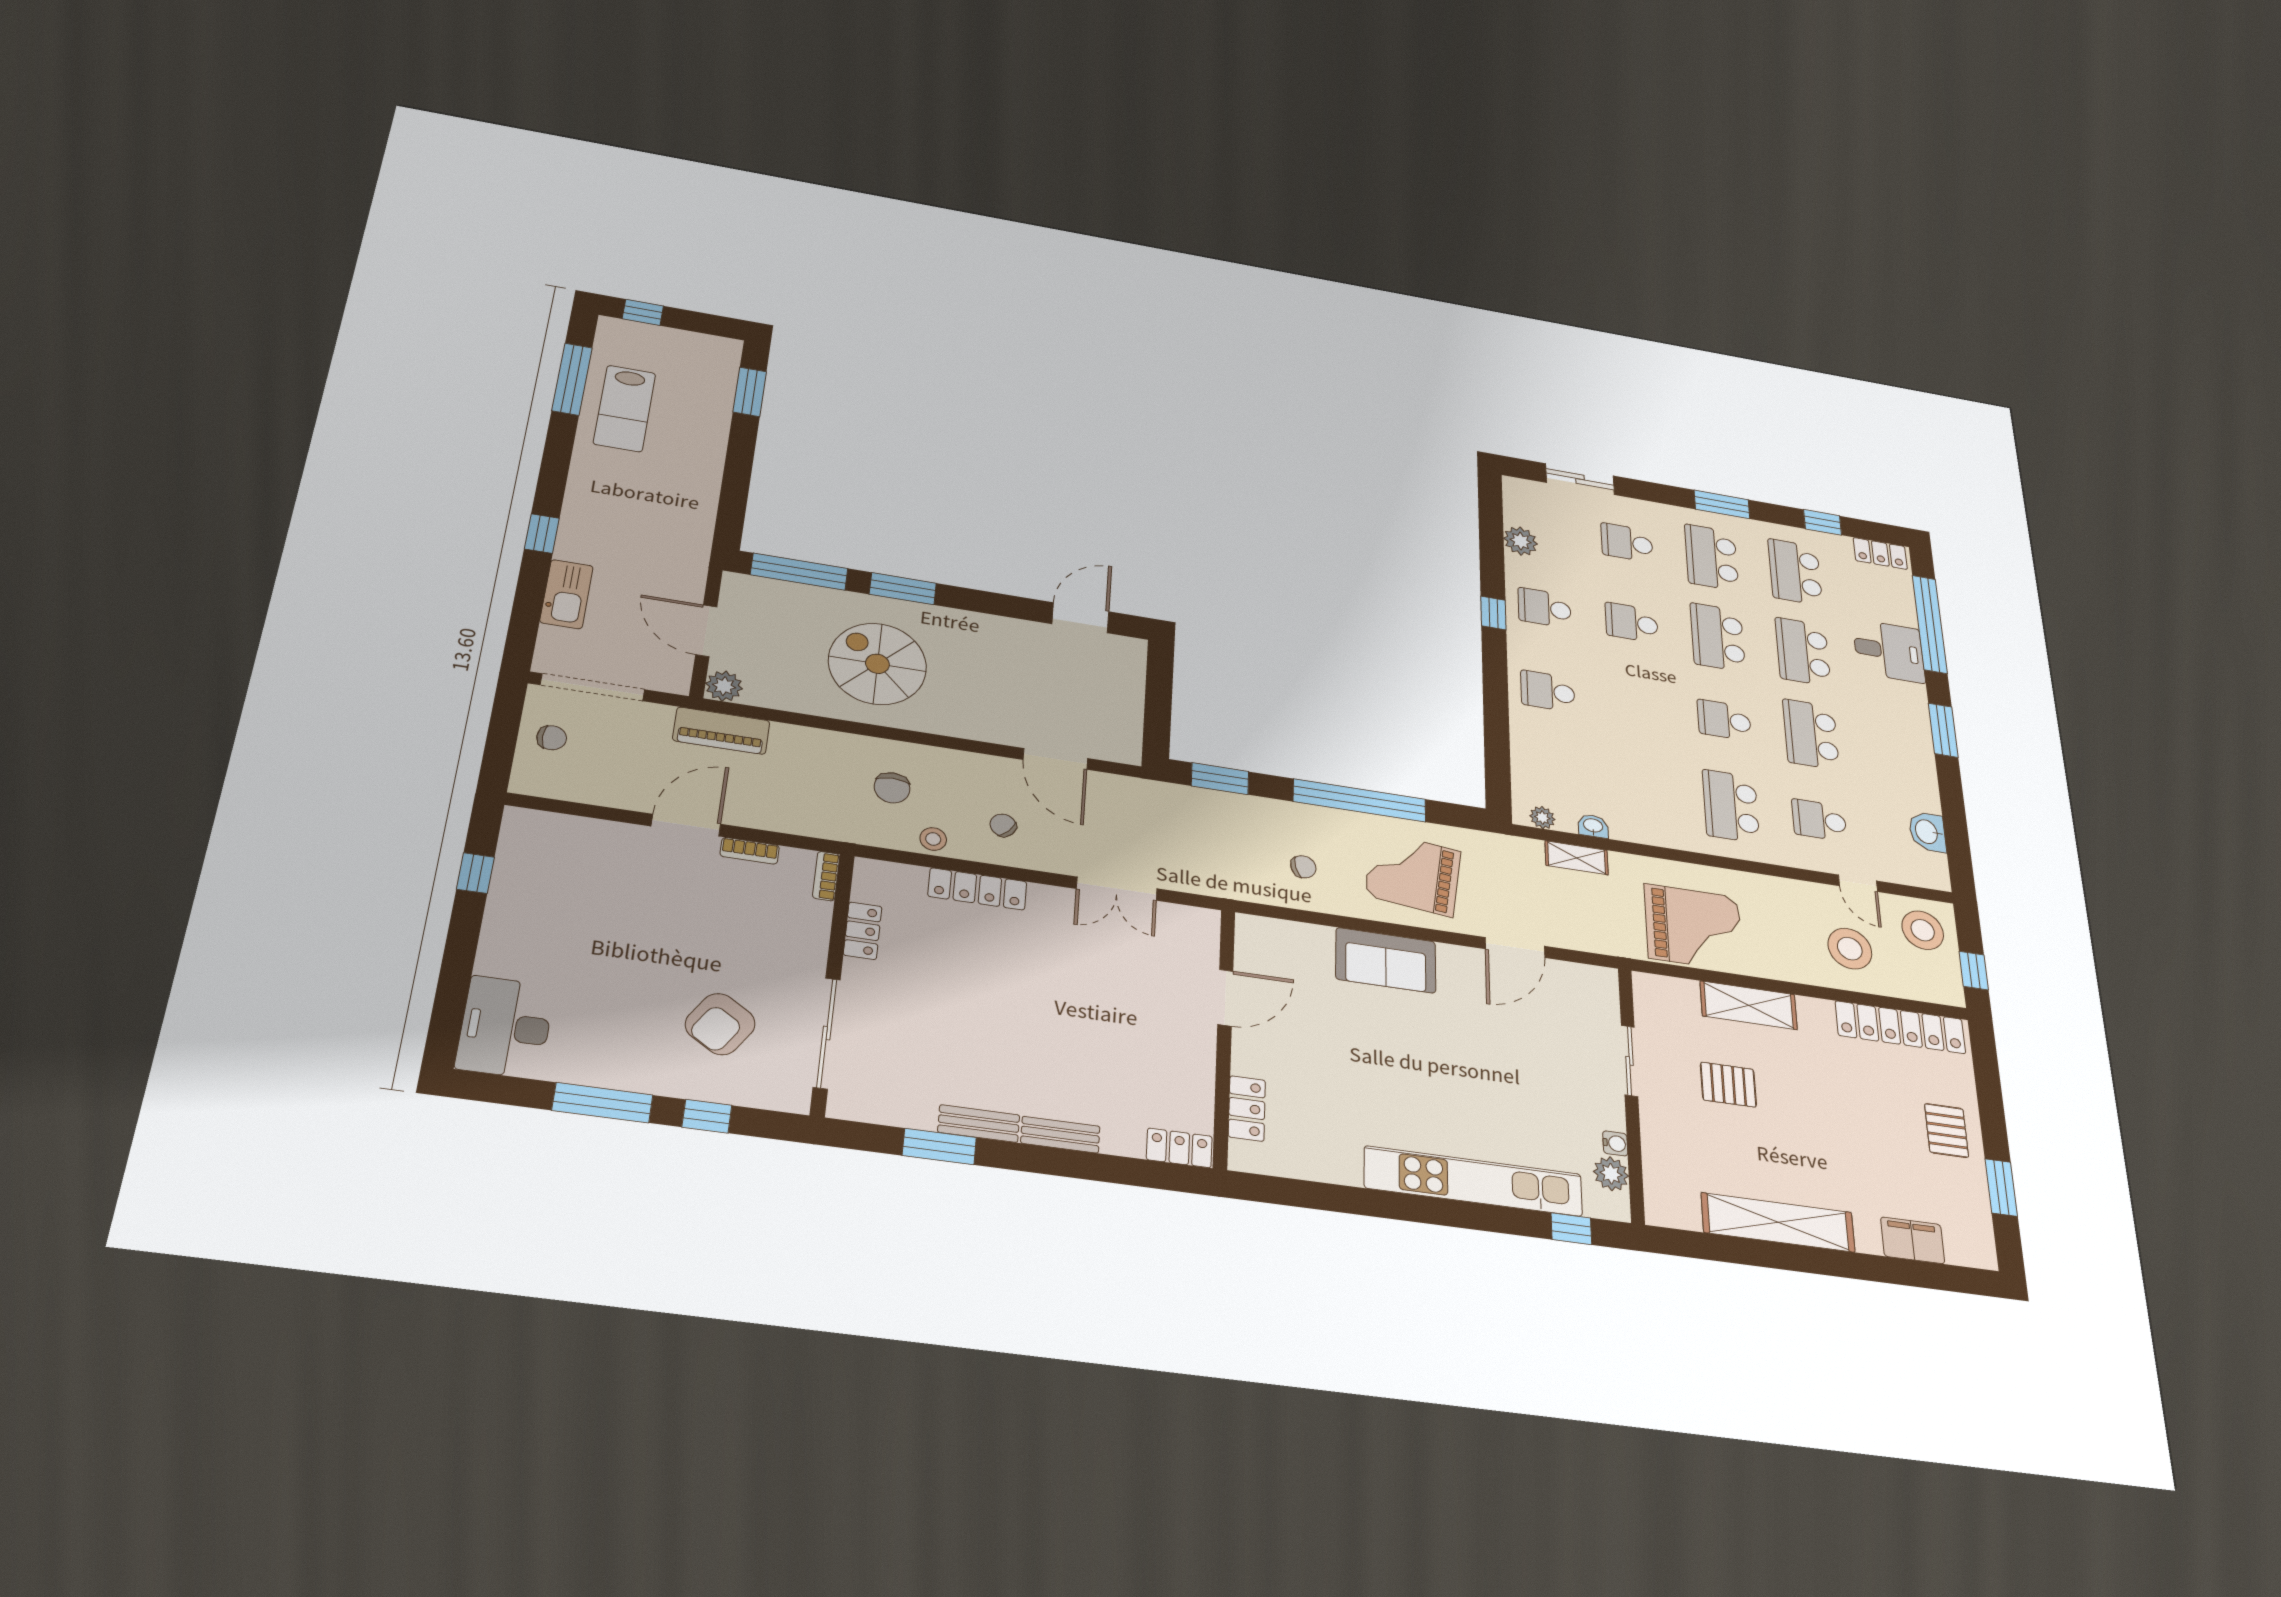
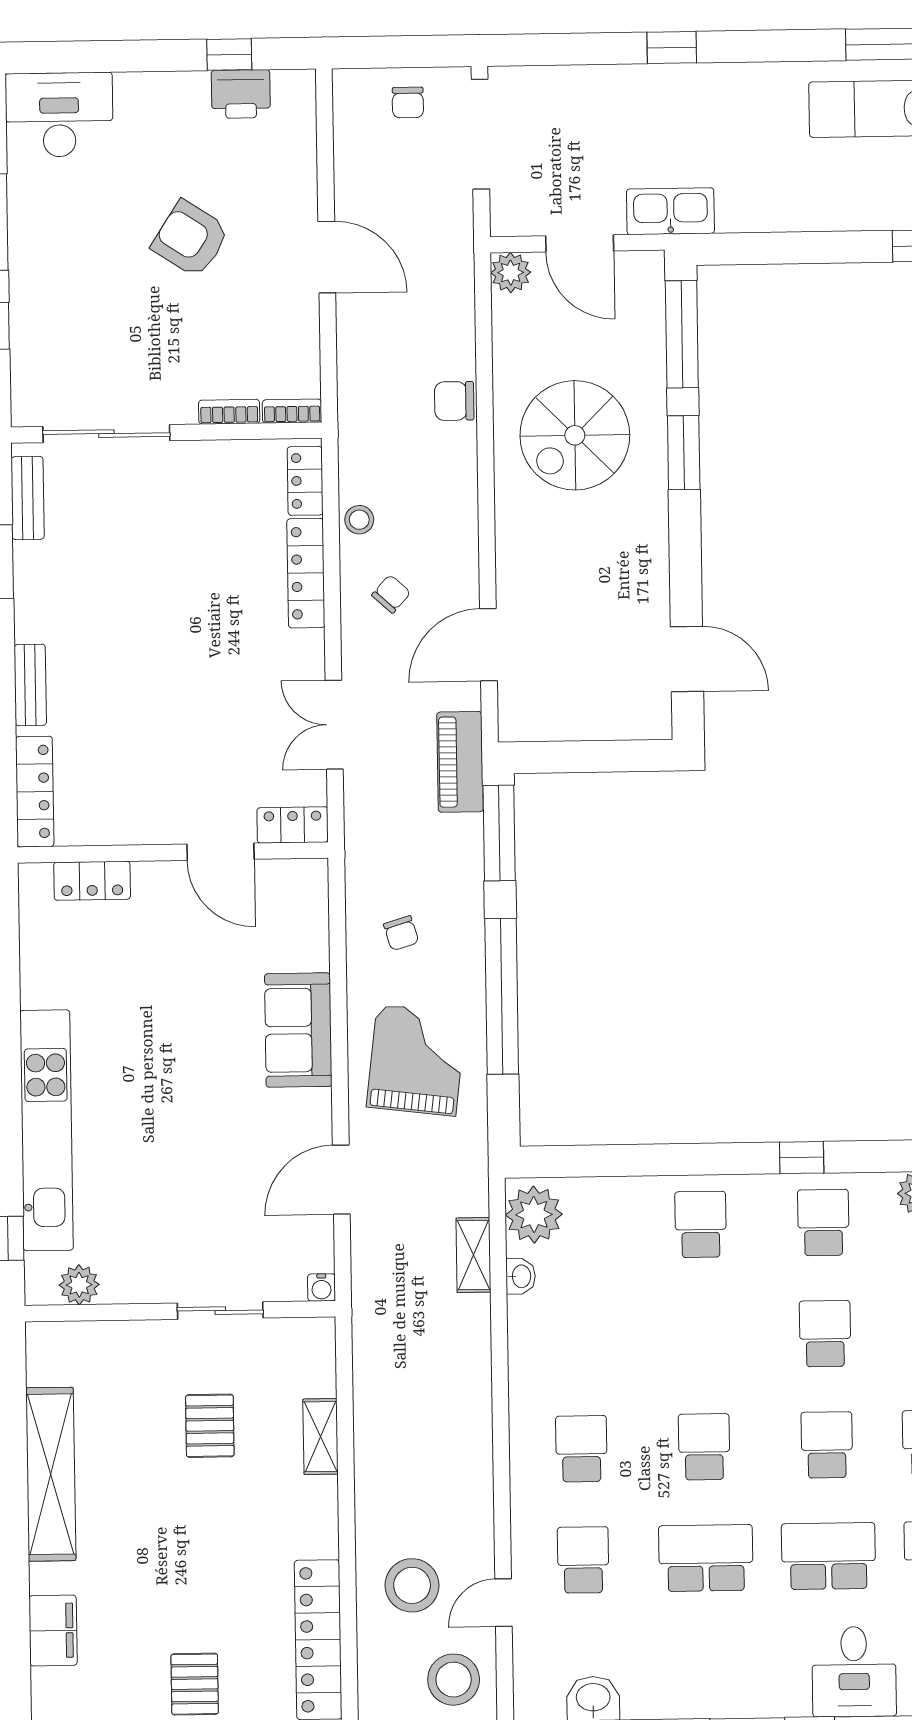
kitchen sink: (567, 594) -> (670, 211), moved, turned 180
door: (706, 631) -> (580, 243), swing flipped
school desk: (1718, 637) -> (827, 1445), width x0.54
spiral stairs: (877, 664) -> (575, 435), turned 180
piano: (721, 731) -> (460, 762), moved
window: (1220, 779) -> (499, 833), width x1.44
chair: (892, 788) -> (454, 401), moved
school desk: (1731, 806) -> (581, 1449), width x0.54
plant: (1542, 818) -> (534, 1215), width x1.87, depth x1.87
bookcase: (750, 851) -> (229, 412), moved, turned 90
printer: (516, 870) -> (241, 94), added
grand piano: (1694, 928) -> (406, 1394), removed
locker: (863, 931) -> (305, 481), moved, turned 90
locker: (1204, 936) -> (293, 825), added
door: (1515, 947) -> (341, 1180), hinge flipped
shelving: (1749, 1005) -> (321, 1437), width x0.67, depth x0.75
armchair: (720, 1024) -> (190, 239), moved
bench: (979, 1124) -> (28, 498), moved
pallet: (1947, 1130) -> (195, 1684), turned 90
water cooler: (1615, 1143) -> (322, 1287), moved
locker: (1179, 1148) -> (35, 792), width x1.53

